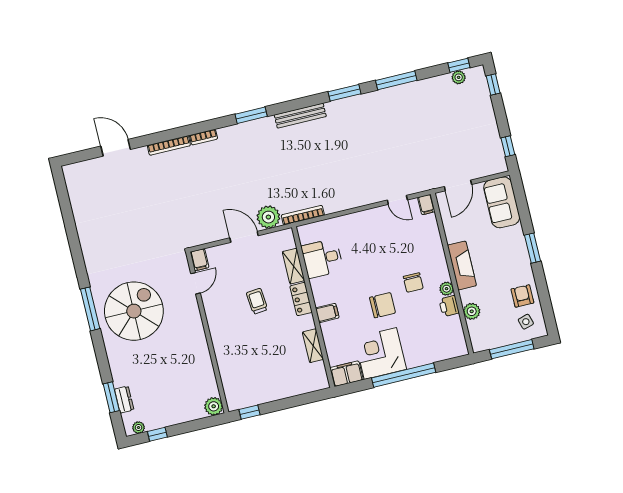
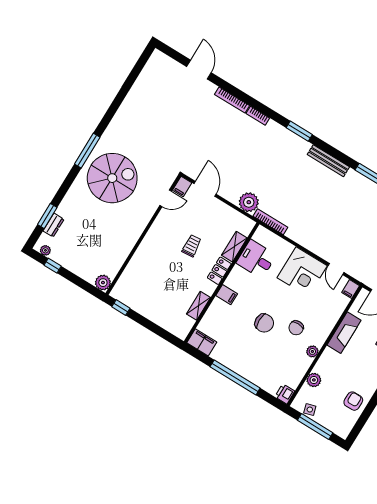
door: (244, 237) -> (205, 189), moved
fireplace: (462, 265) -> (344, 333), moved
printer: (449, 306) -> (285, 394), moved
side table: (526, 322) -> (310, 410), moved
corner desk: (380, 353) -> (302, 272), moved, turned 180

